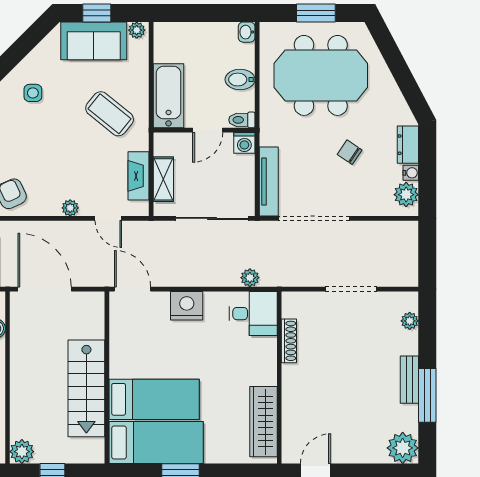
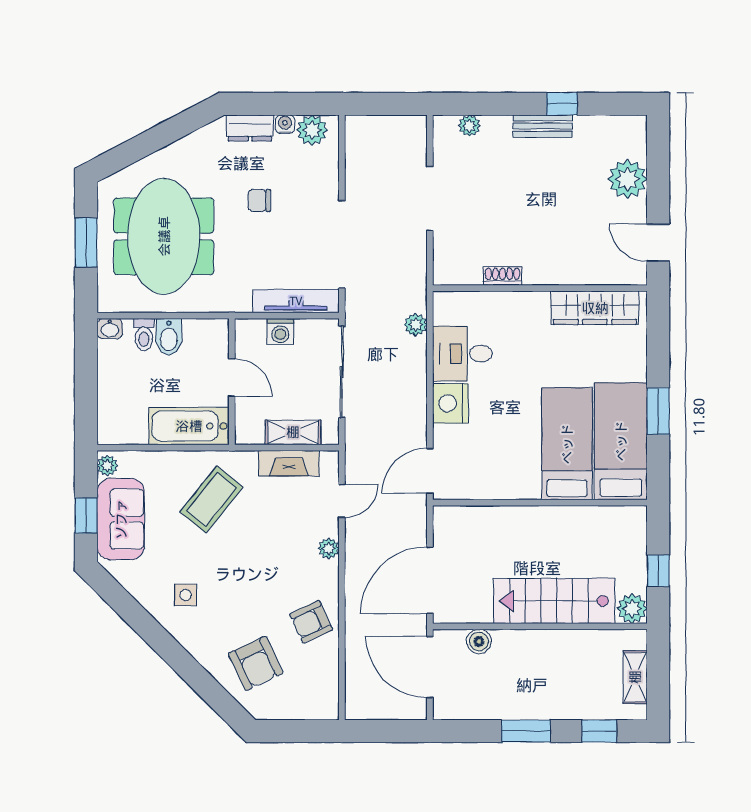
toilet: (242, 120) -> (144, 335), moved
washing machine: (244, 143) -> (280, 332), moved, turned 90
chair: (350, 152) -> (259, 200), turned 56
desk: (253, 314) -> (462, 354), moved, turned -90
shoe rack: (289, 341) -> (502, 276), width x0.70
stairs: (86, 388) -> (554, 601), moved, turned 180
window: (427, 395) -> (562, 104), width x0.46
plant: (403, 448) -> (628, 179), moved

